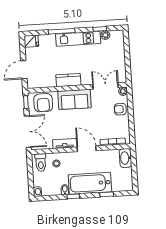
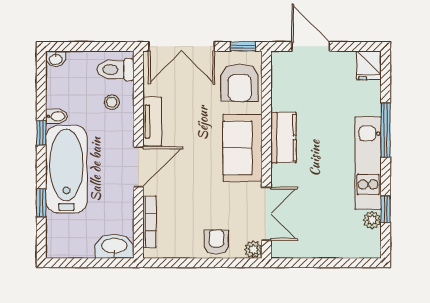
armchair: (43, 103) -> (240, 82), turned -90

